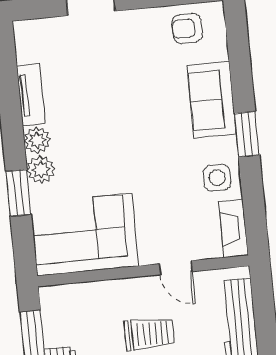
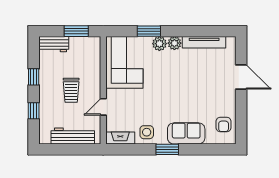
armchair: (187, 28) -> (224, 125), turned 180
tv unit: (31, 95) -> (204, 42), width x1.41

